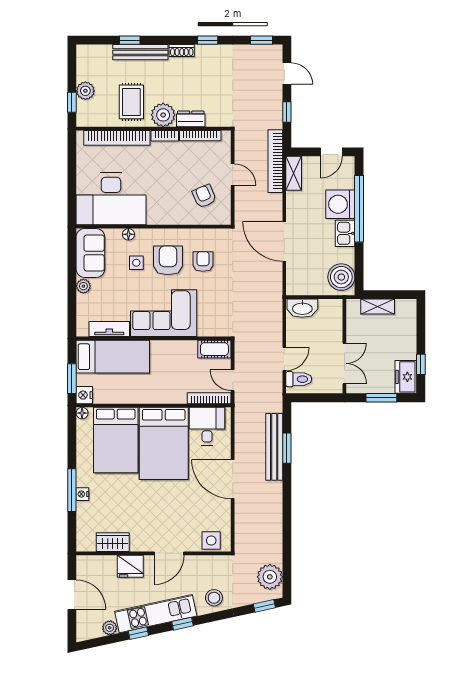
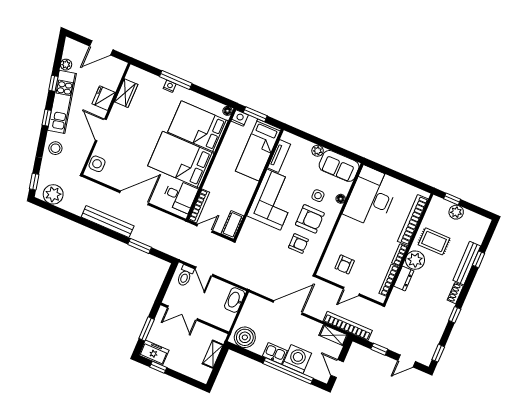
armchair: (204, 196) -> (345, 264), turned 113
bench: (274, 447) -> (108, 221), moved

